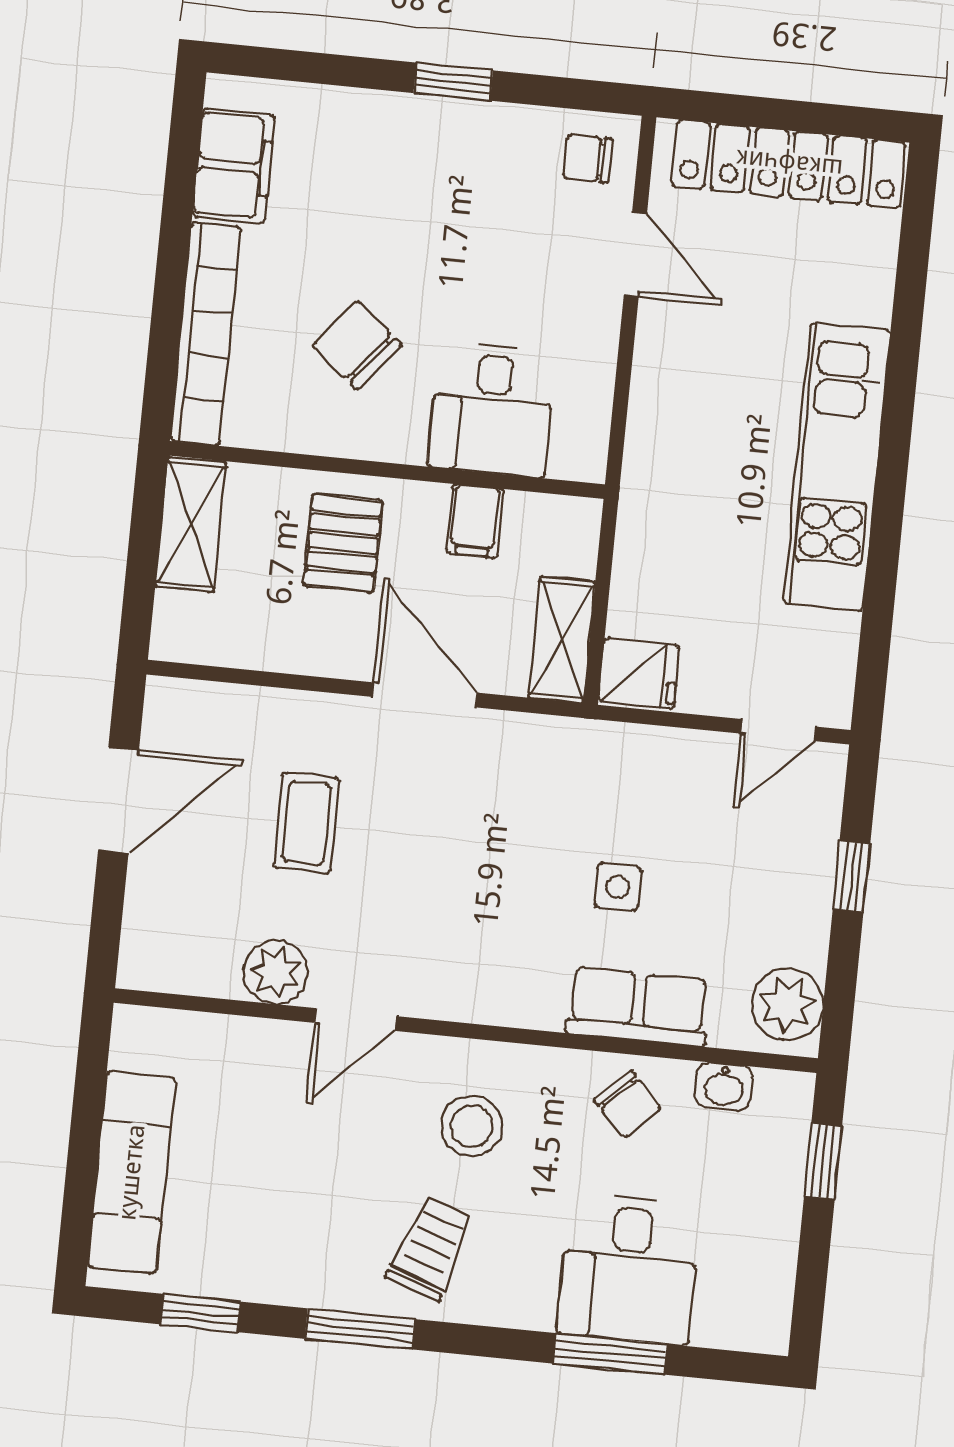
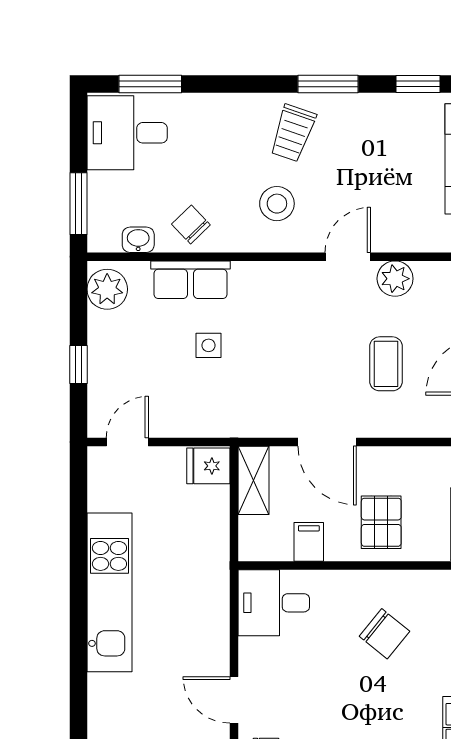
desk: (492, 409) -> (274, 603), moved, turned -90
window: (823, 1161) -> (78, 204), width x1.50
desk: (629, 1269) -> (127, 133), moved, turned -90
window: (610, 1354) -> (150, 84), moved

